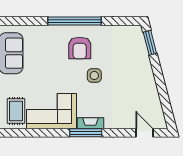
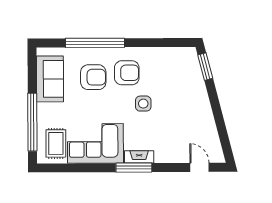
window: (75, 21) -> (95, 43), moved
armchair: (80, 48) -> (127, 73), turned -90
armchair: (50, 52) -> (93, 77), added

